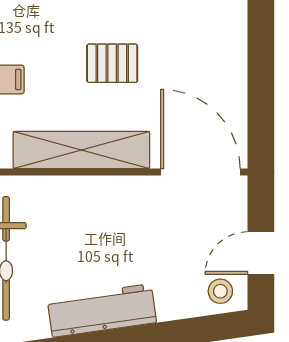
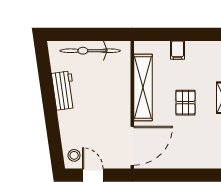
workbench: (102, 310) -> (64, 91), width x0.73

